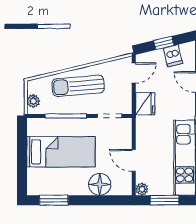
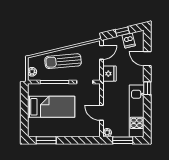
floor lamp: (100, 184) -> (78, 129), removed

